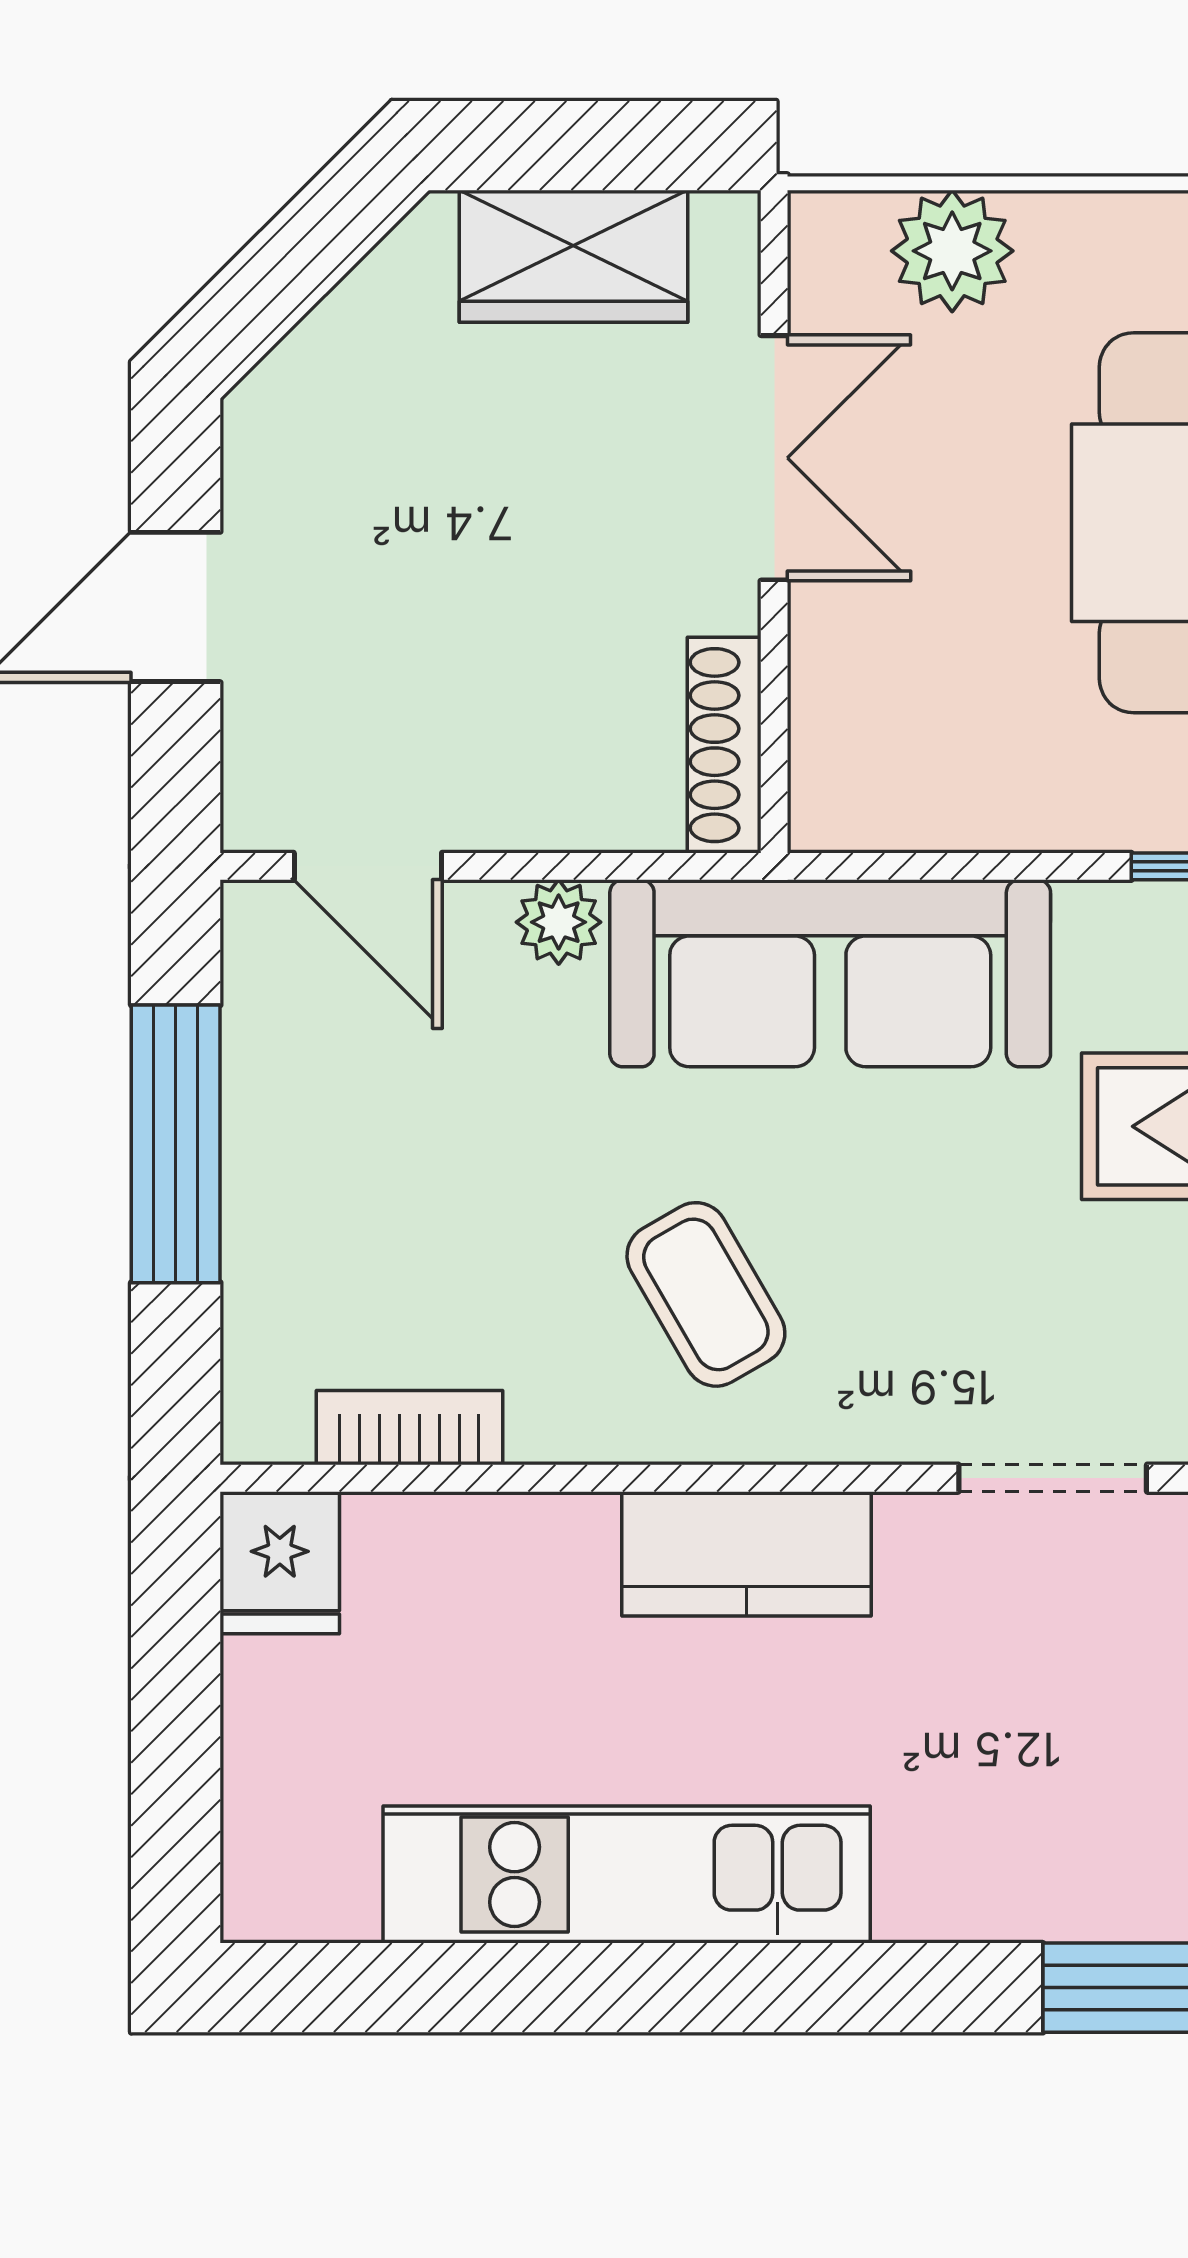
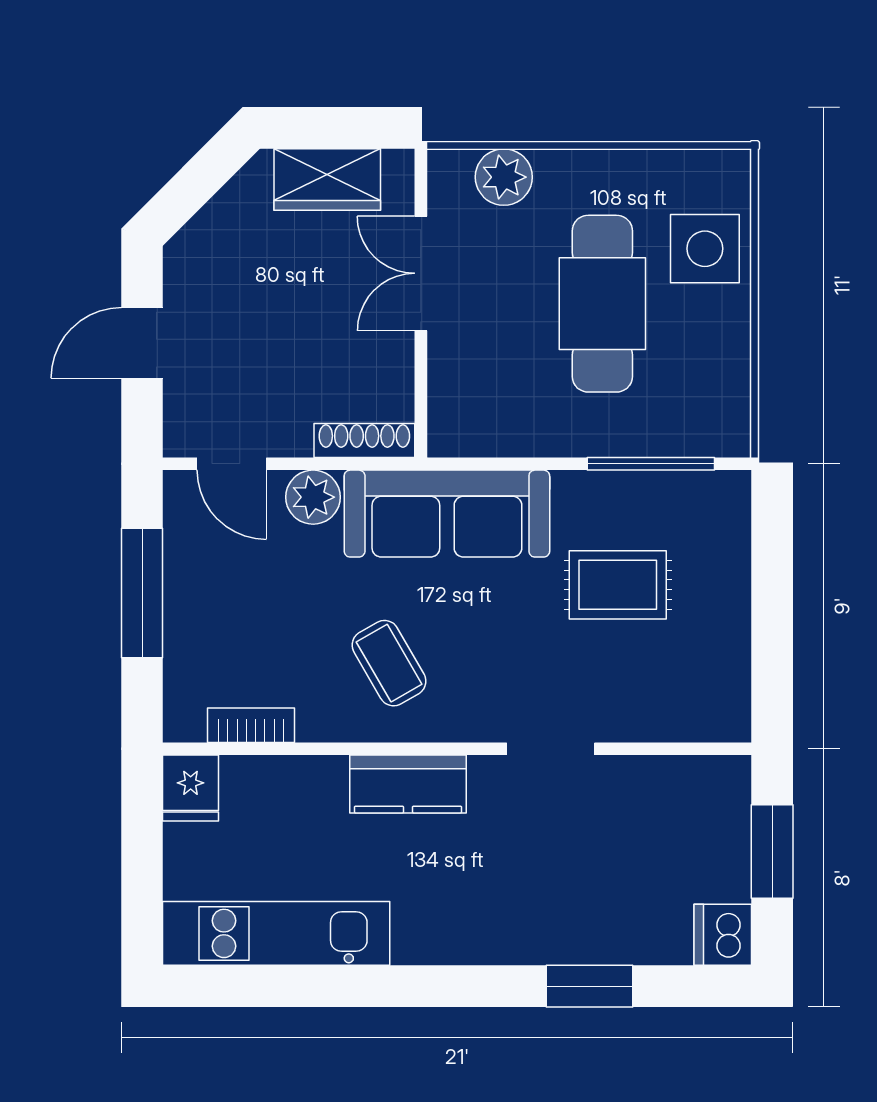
double door: (774, 458) -> (421, 273), swing flipped
shoe rack: (724, 745) -> (364, 440), moved, turned 90
plant: (559, 922) -> (313, 497), width x1.38, depth x1.38
kitchen unit: (627, 1875) -> (276, 933), moved

